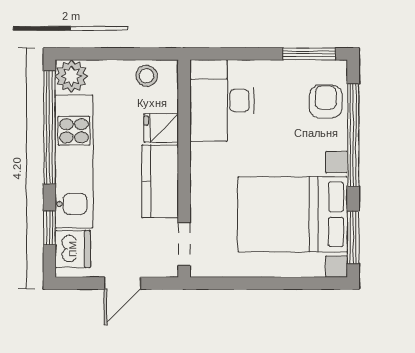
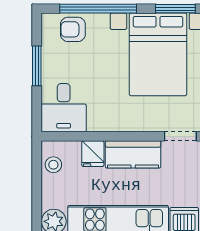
window: (309, 54) -> (37, 66), moved
desk: (222, 100) -> (64, 108), width x0.73

